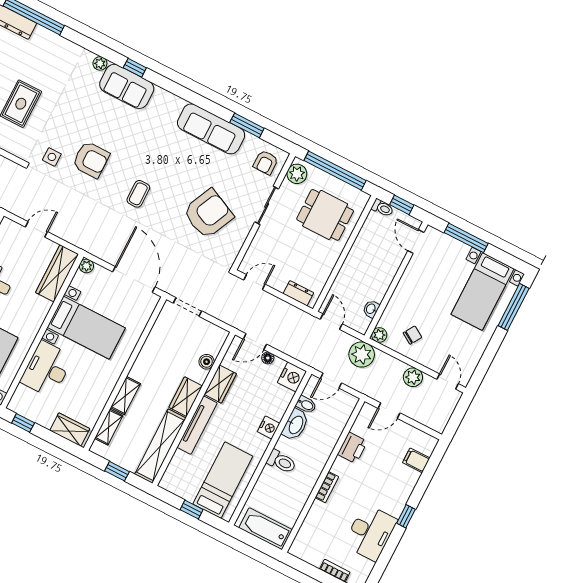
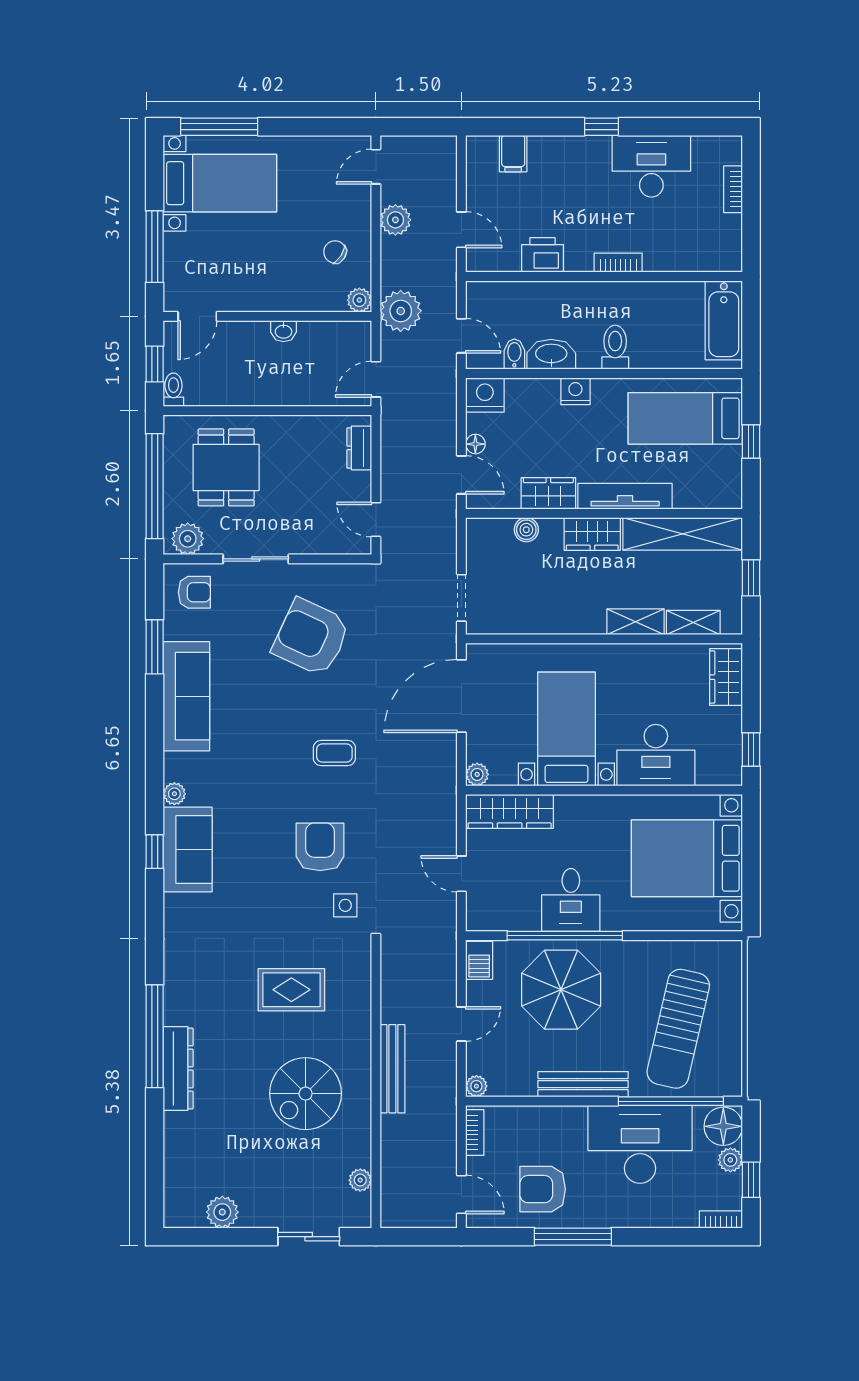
plant: (100, 63) -> (174, 794), moved
washbasin: (371, 309) -> (284, 331), moved

